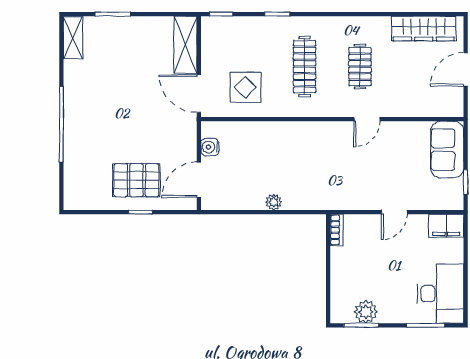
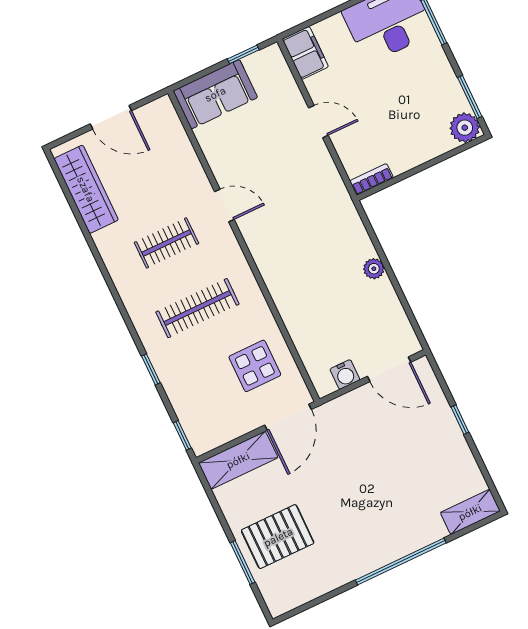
shelving: (73, 38) -> (470, 512), moved
pallet: (136, 180) -> (278, 537), moved, turned 90
plant: (366, 312) -> (465, 128), moved

